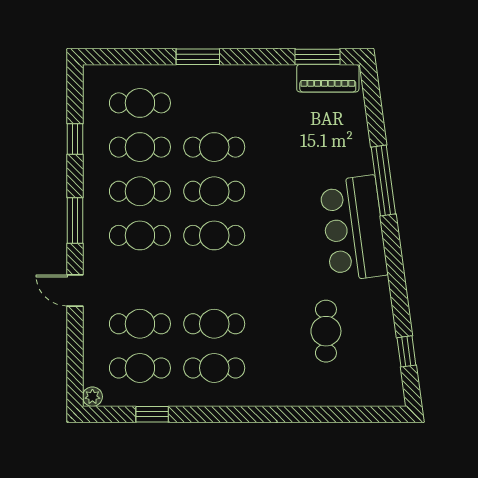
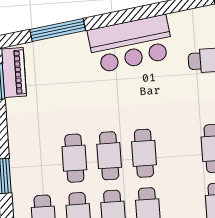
window: (383, 180) -> (58, 30), moved

